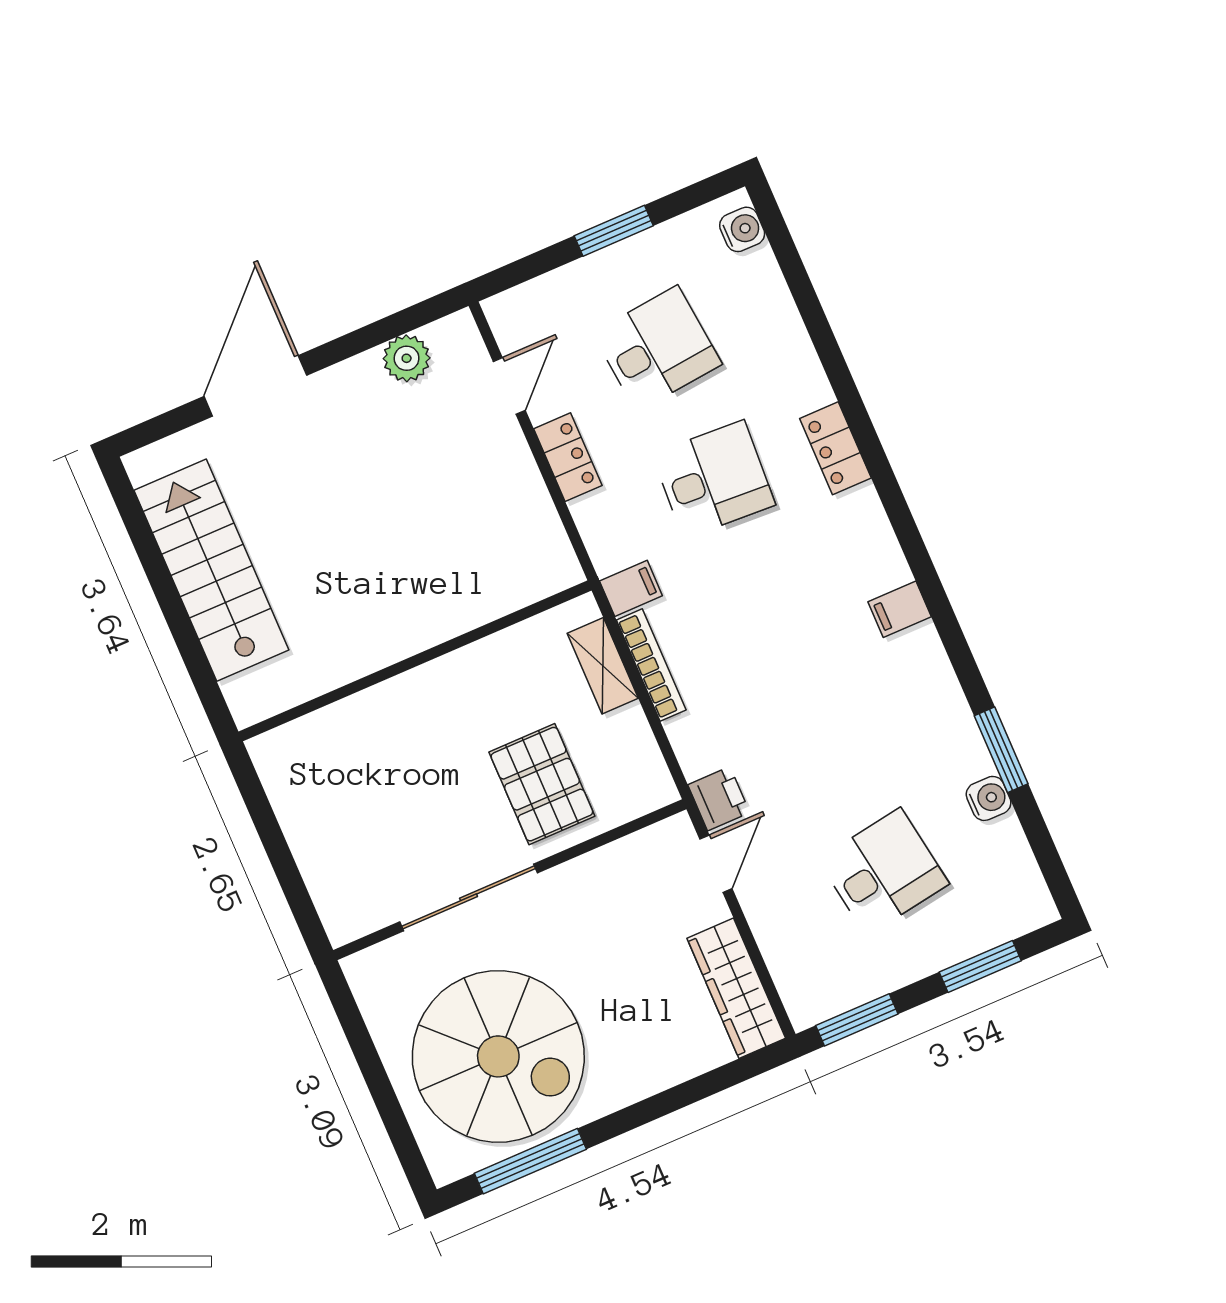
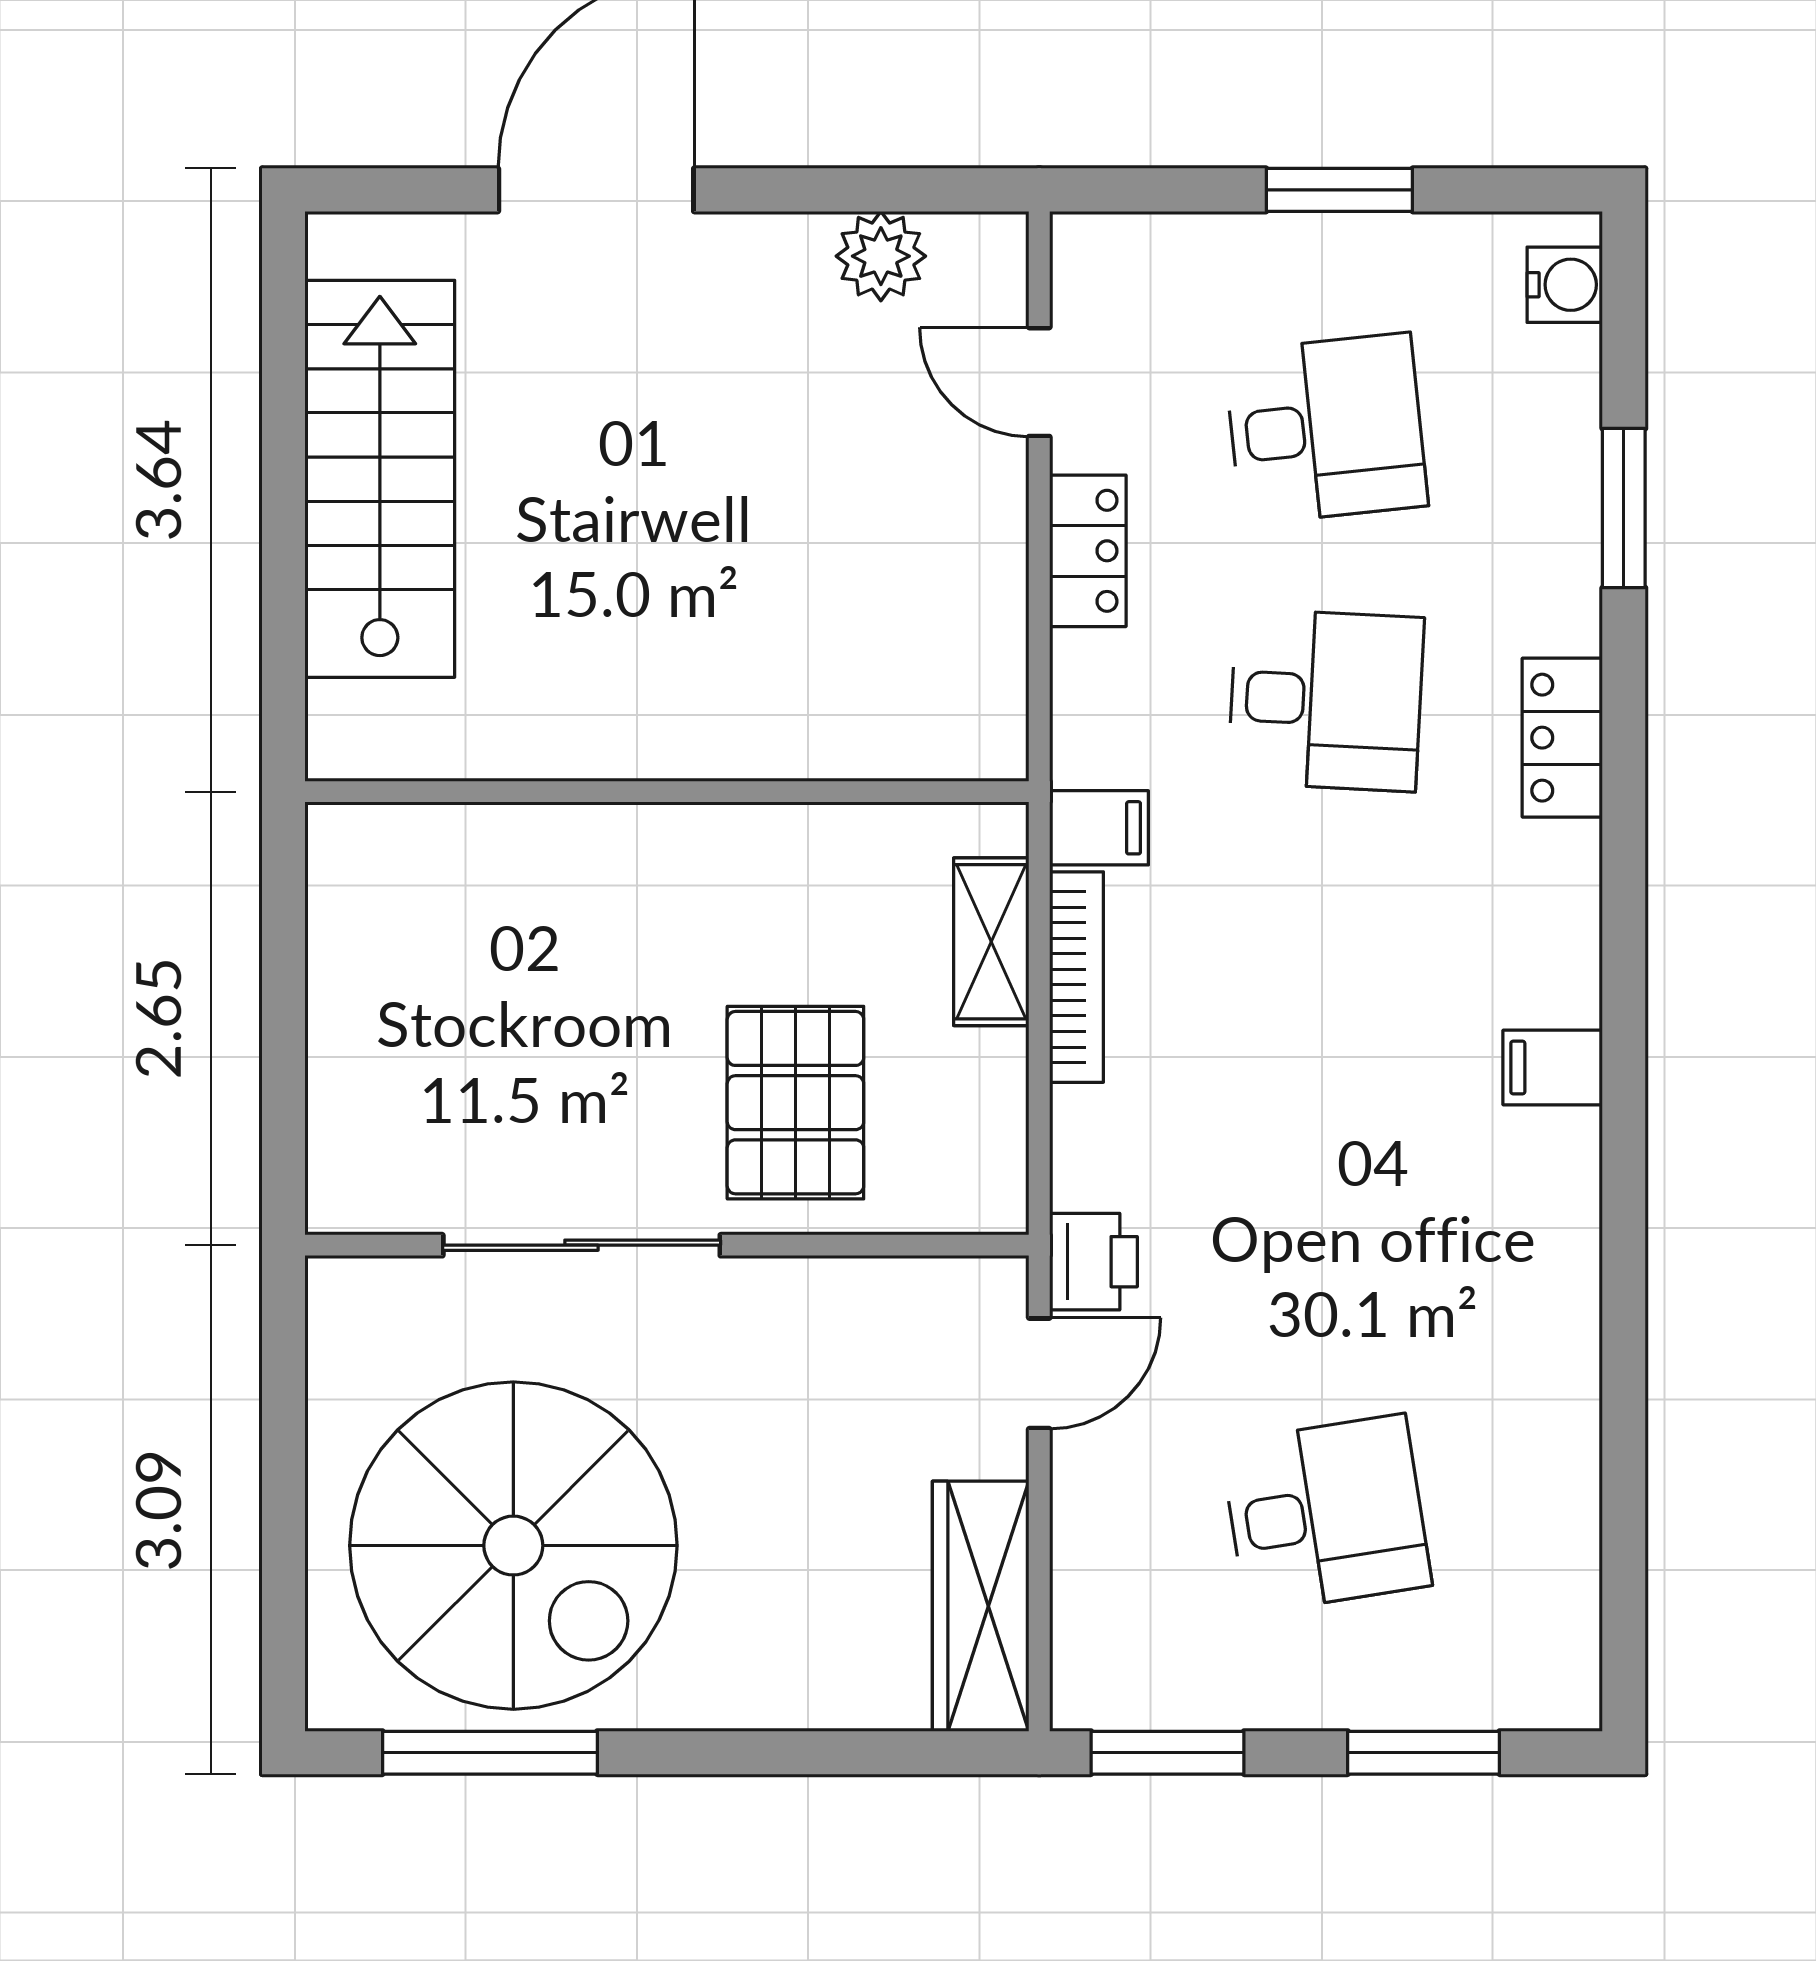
door: (509, 386) -> (1039, 382), swing flipped
window: (1001, 750) -> (1624, 508), moved
water cooler: (989, 798) -> (1565, 1465), removed

